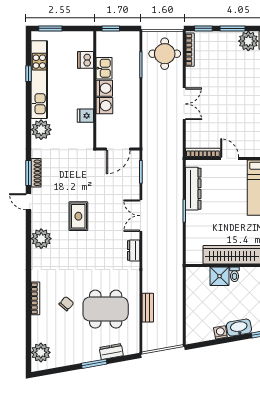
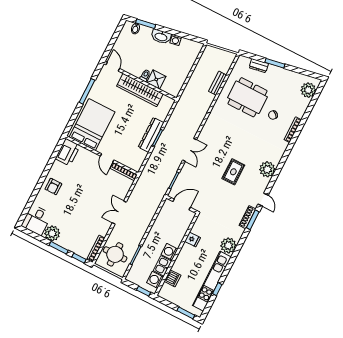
washing machine: (104, 106) -> (155, 280), moved
dresser: (193, 189) -> (151, 135), moved
dresser: (134, 250) -> (207, 128), removed

